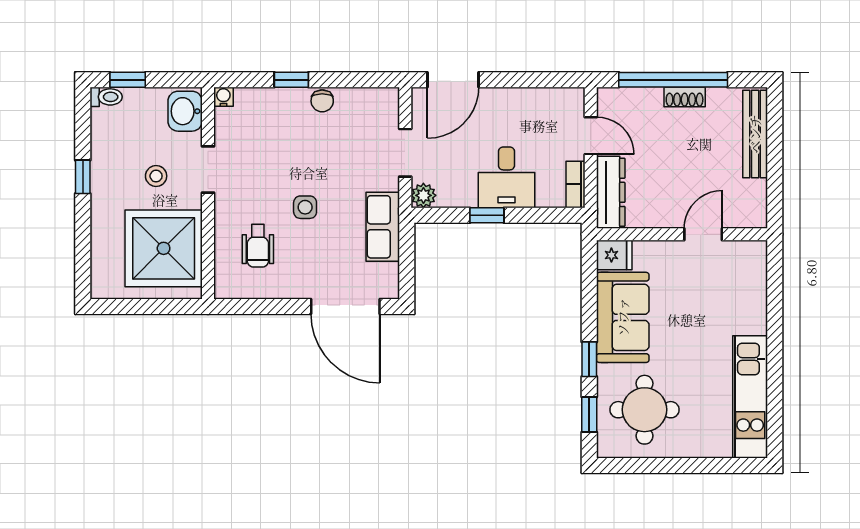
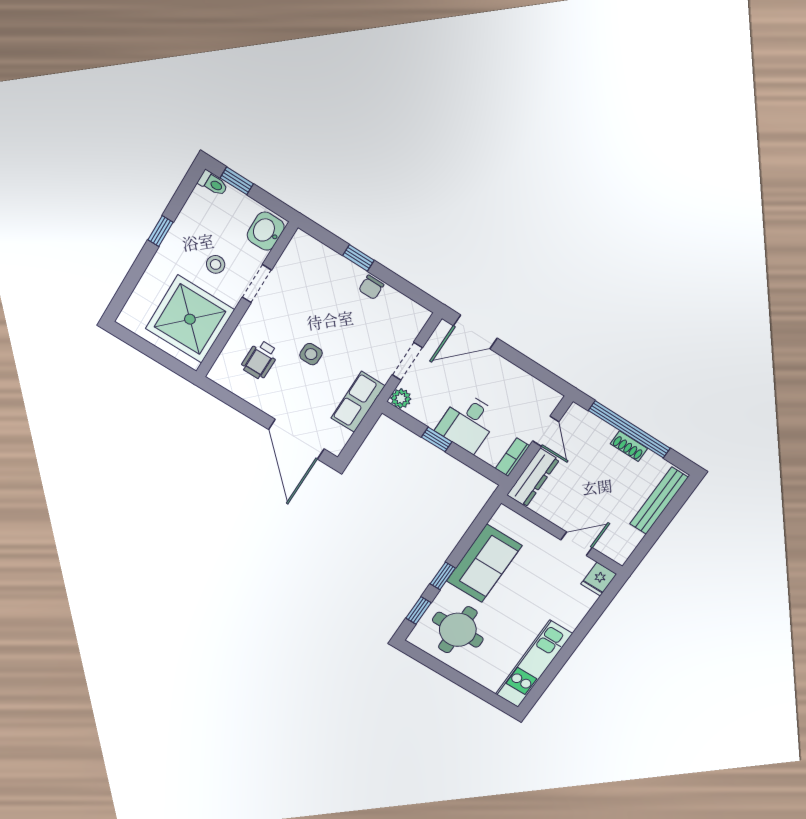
water cooler: (223, 97) -> (301, 239), removed
fridge: (614, 255) -> (599, 579), moved, turned 90

